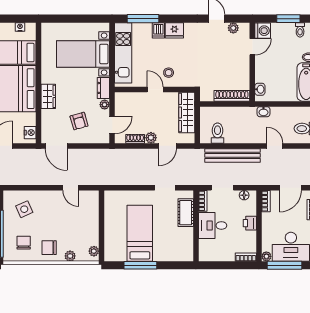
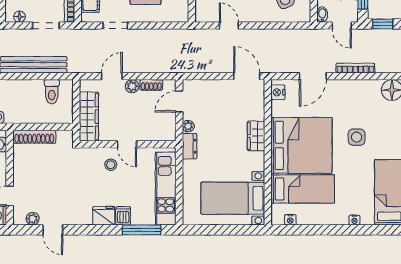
bed with nightstands: (83, 54) -> (233, 198), moved, turned 180
armchair: (79, 121) -> (219, 106), removed

